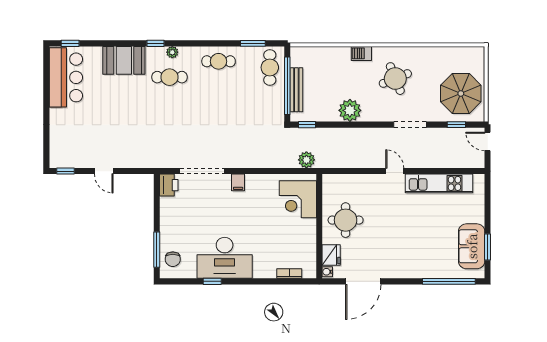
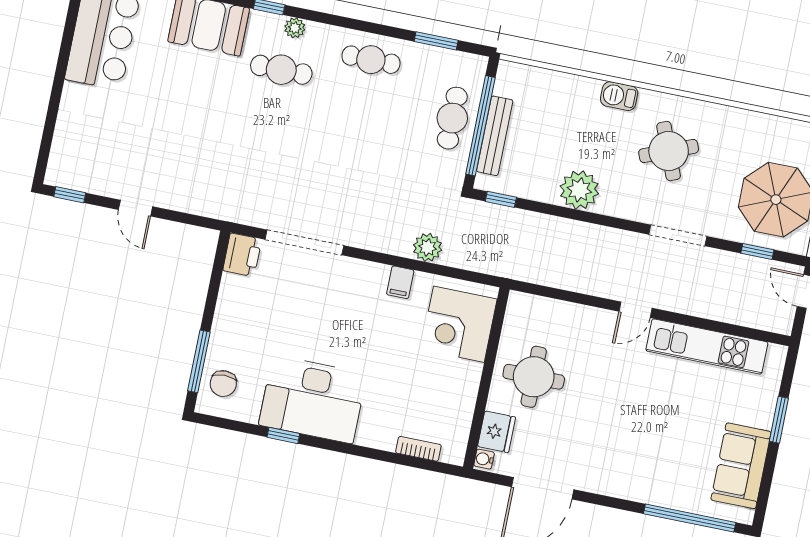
cafe table: (270, 67) -> (452, 118), moved
plant: (306, 160) -> (428, 247), moved
door: (395, 171) -> (635, 310), swing flipped
filing cabinet: (238, 182) -> (400, 282), moved
window: (488, 247) -> (779, 420), moved

